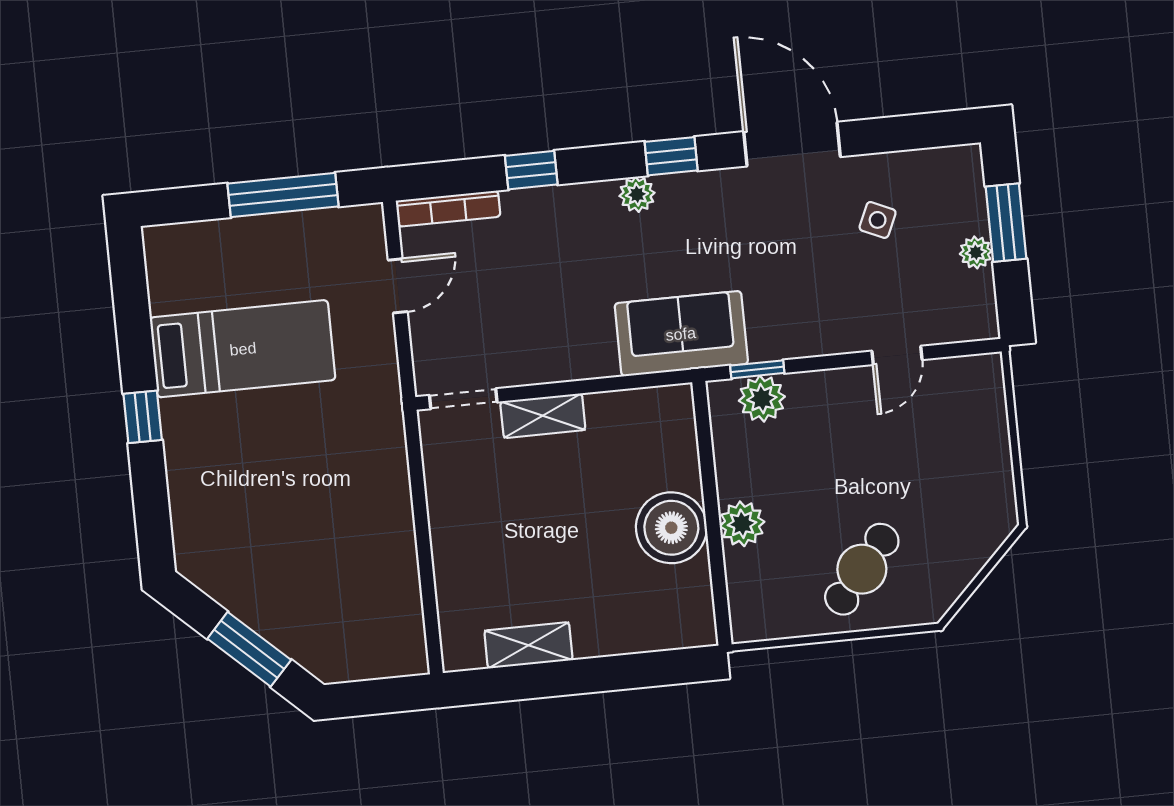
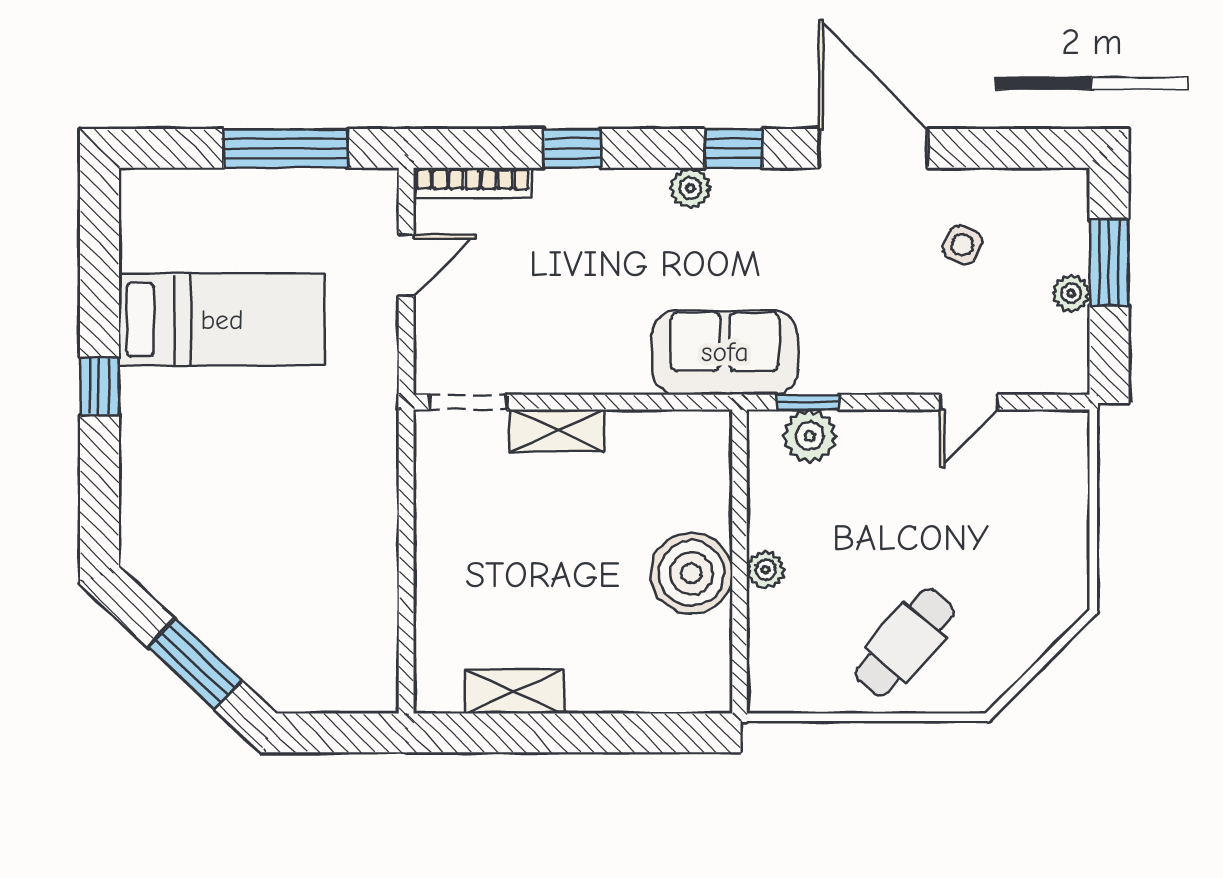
plant: (742, 524) -> (766, 570), width x0.73, depth x0.73

